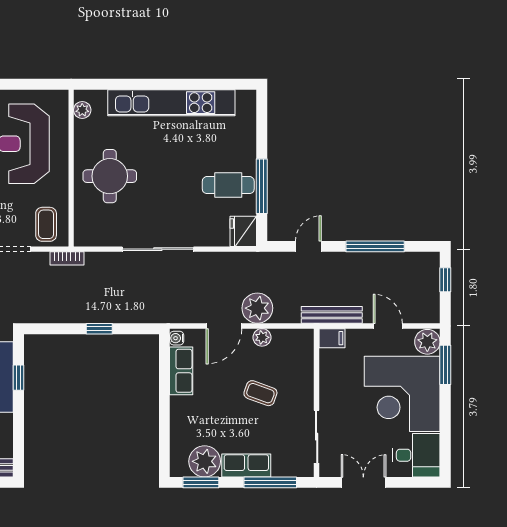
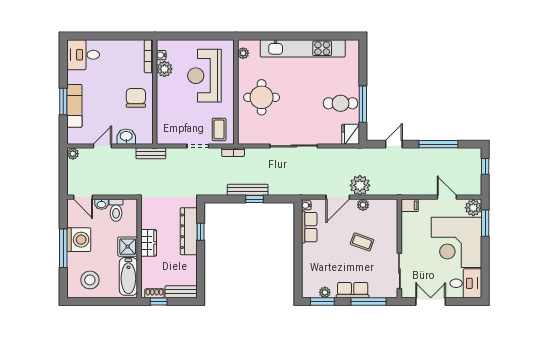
bench: (332, 315) -> (248, 190), moved
plant: (205, 461) -> (325, 292), width x0.53, depth x0.53

